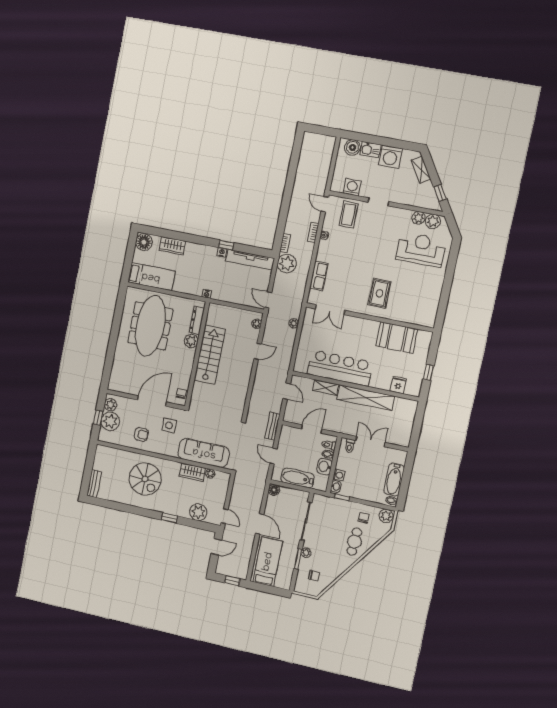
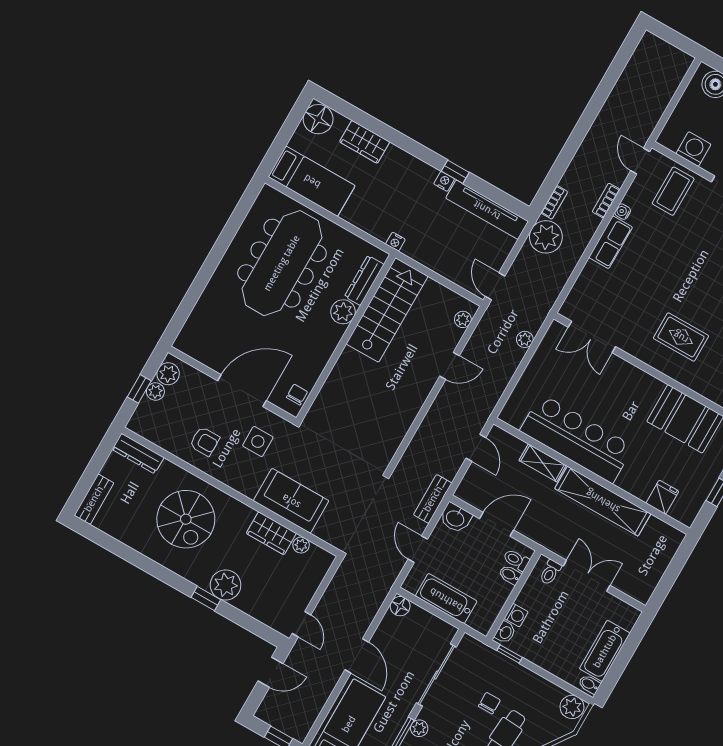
row of seats: (319, 276) -> (611, 242), moved
rug: (379, 293) -> (681, 337), turned 90
stairs: (210, 355) -> (387, 310), moved
plant: (110, 421) -> (155, 391), width x0.53, depth x0.53
dresser: (109, 452) -> (138, 453), added
sofa: (204, 453) -> (291, 501), width x0.73
washbasin: (325, 467) -> (455, 518), moved, turned -90
plant: (198, 512) -> (226, 585), moved
chair: (363, 518) -> (489, 703), moved

